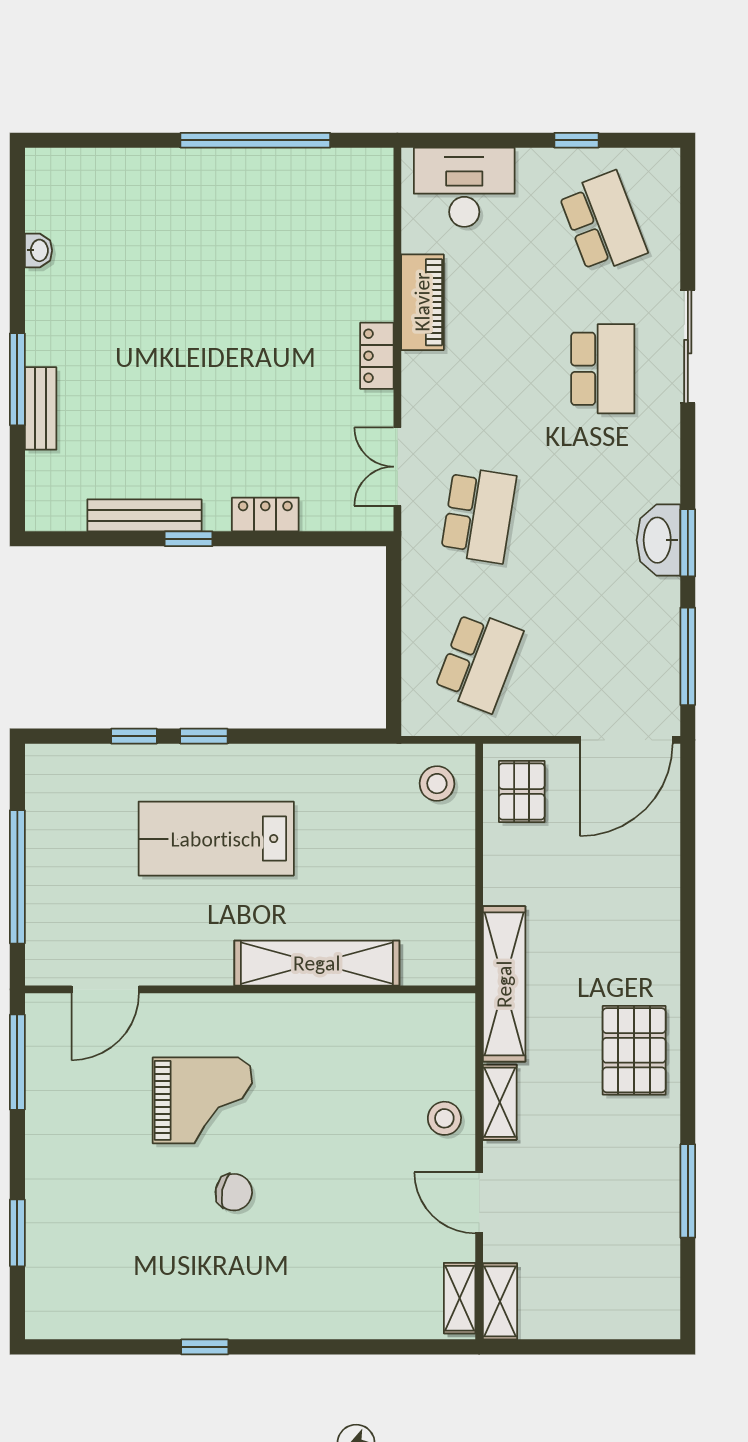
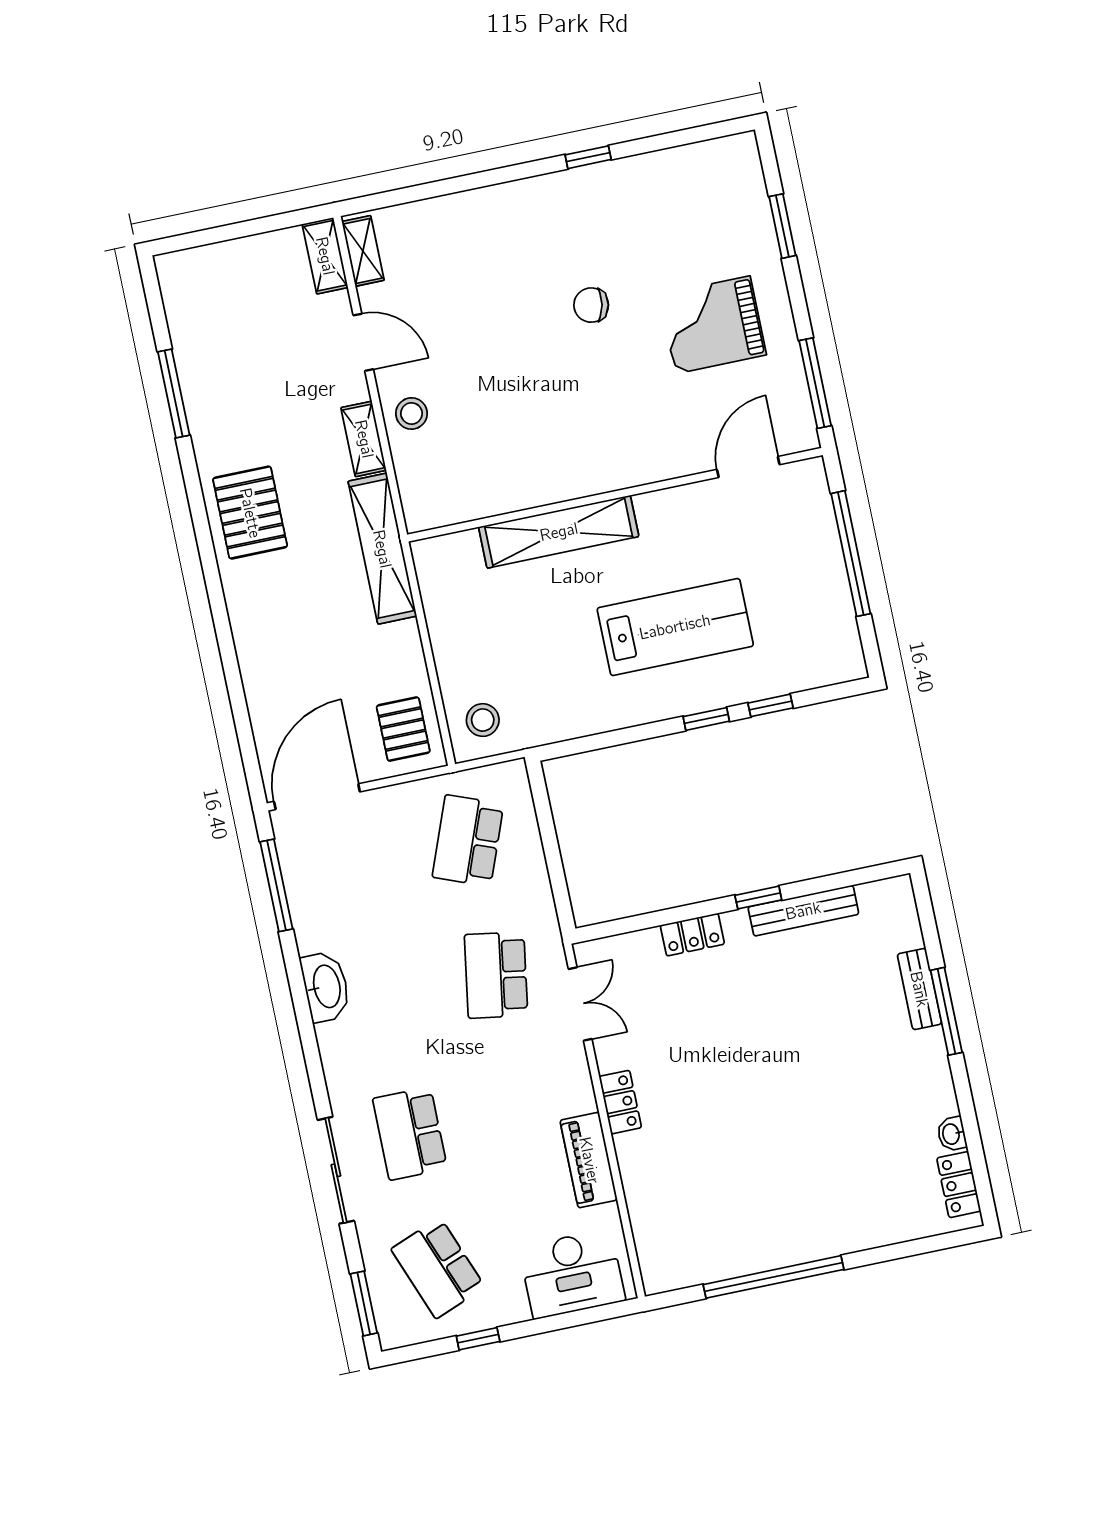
locker: (42, 196) -> (959, 1185), added
window: (688, 543) -> (364, 1303), moved
grand piano: (202, 1100) -> (713, 325), moved

